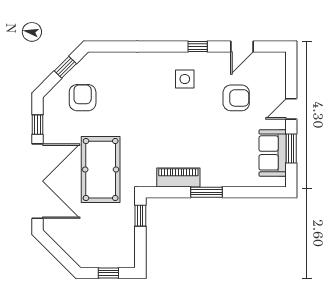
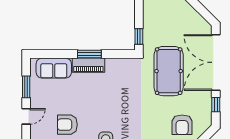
sofa: (273, 153) -> (54, 68), moved, turned 90
piano: (178, 178) -> (88, 65), moved

